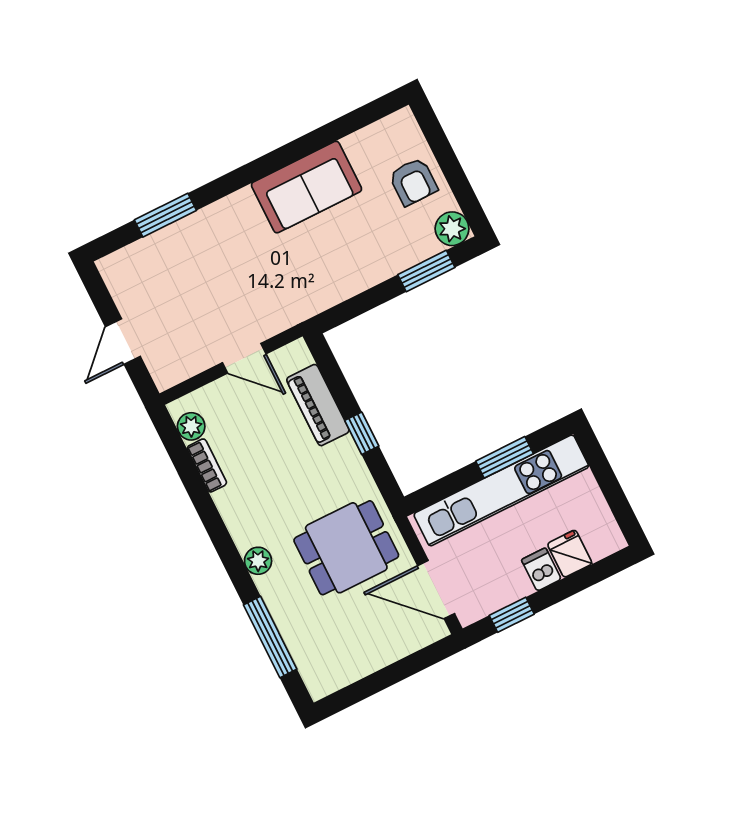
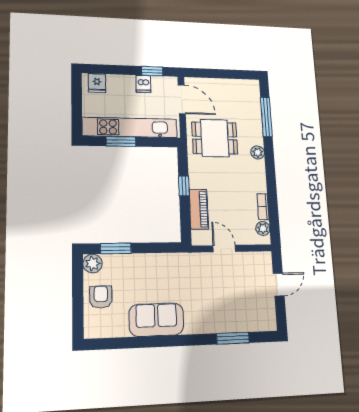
fridge: (570, 554) -> (97, 83), moved
dishwasher: (541, 569) -> (143, 84), moved

